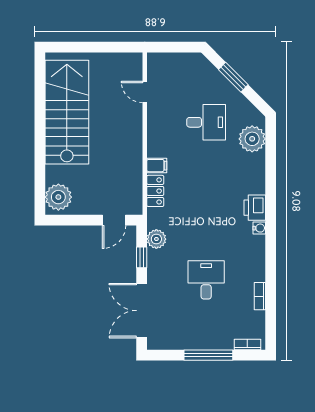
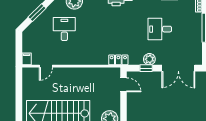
filing cabinet: (157, 166) -> (27, 59), moved
locker: (155, 191) -> (118, 60), moved
plant: (156, 239) -> (149, 59), moved

